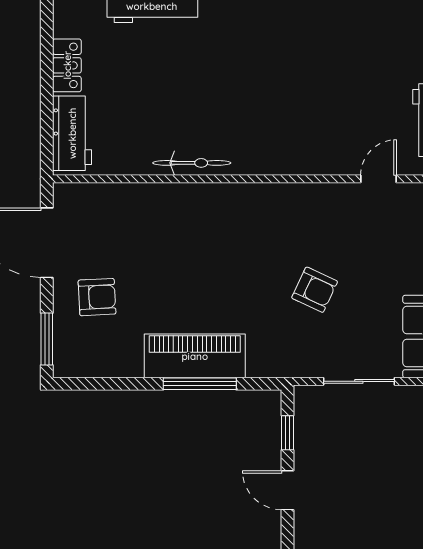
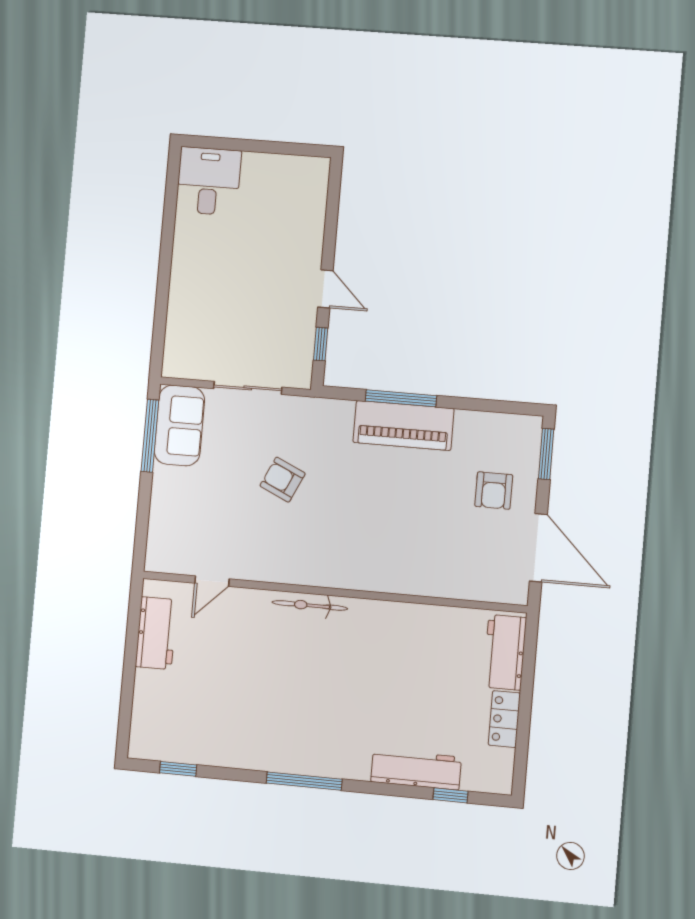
bicycle: (192, 163) -> (310, 605), moved
armchair: (97, 297) -> (494, 491), turned -87

